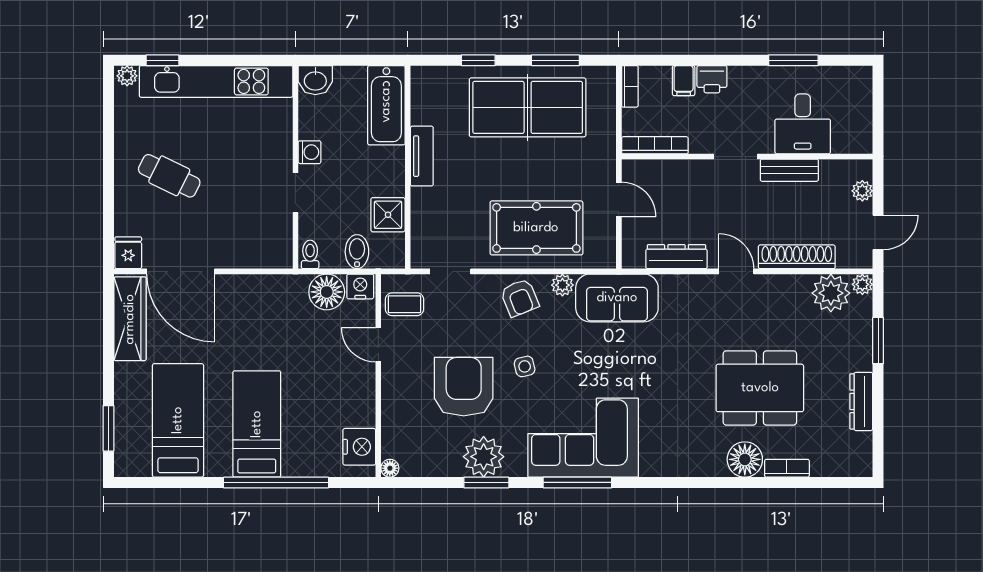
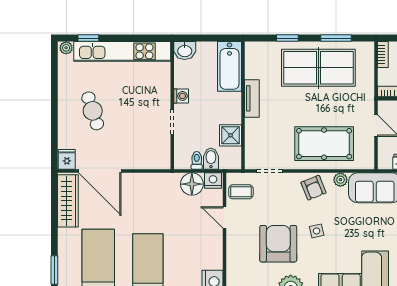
cafe table: (169, 176) -> (93, 111), turned 46
toilet: (310, 254) -> (197, 160), moved

